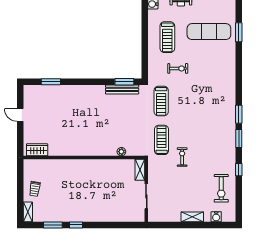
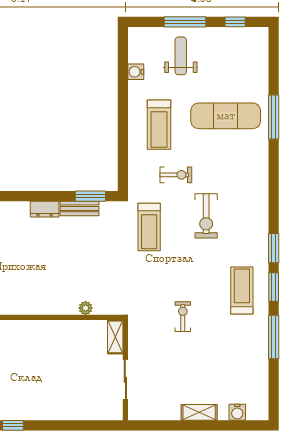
window: (239, 32) -> (274, 117), width x1.44
bench: (122, 89) -> (80, 208), width x0.73
dresser: (96, 90) -> (45, 209), added
treadmill: (162, 140) -> (242, 291), moved
window: (239, 170) -> (274, 337), width x2.17
exercise bike: (221, 188) -> (206, 216), moved

